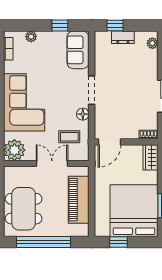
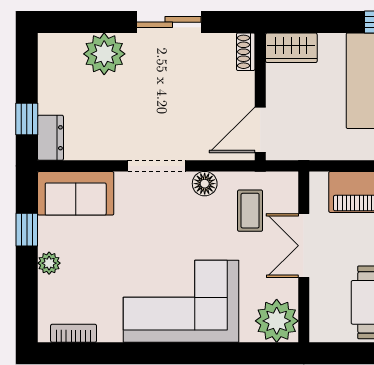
plant: (31, 37) -> (49, 263), moved
dresser: (123, 37) -> (50, 138), moved
plant: (152, 43) -> (104, 54), moved, width x1.87, depth x1.87
door: (110, 142) -> (260, 130), swing flipped

